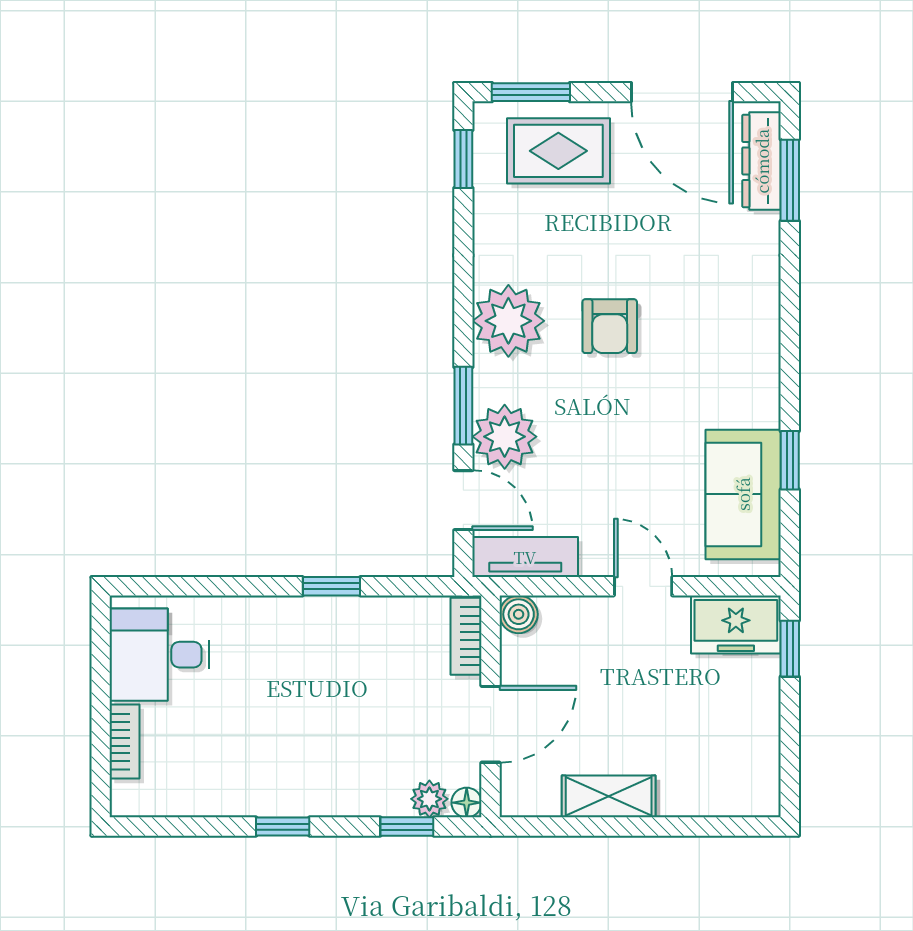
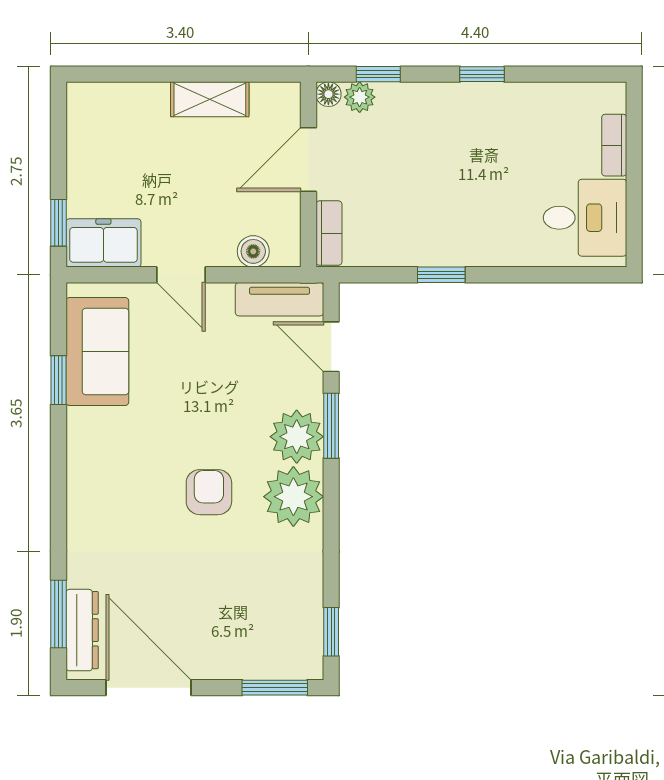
rug: (558, 151) -> (252, 639), removed
plant: (505, 437) -> (297, 437), moved
boiler: (519, 614) -> (253, 251), moved

